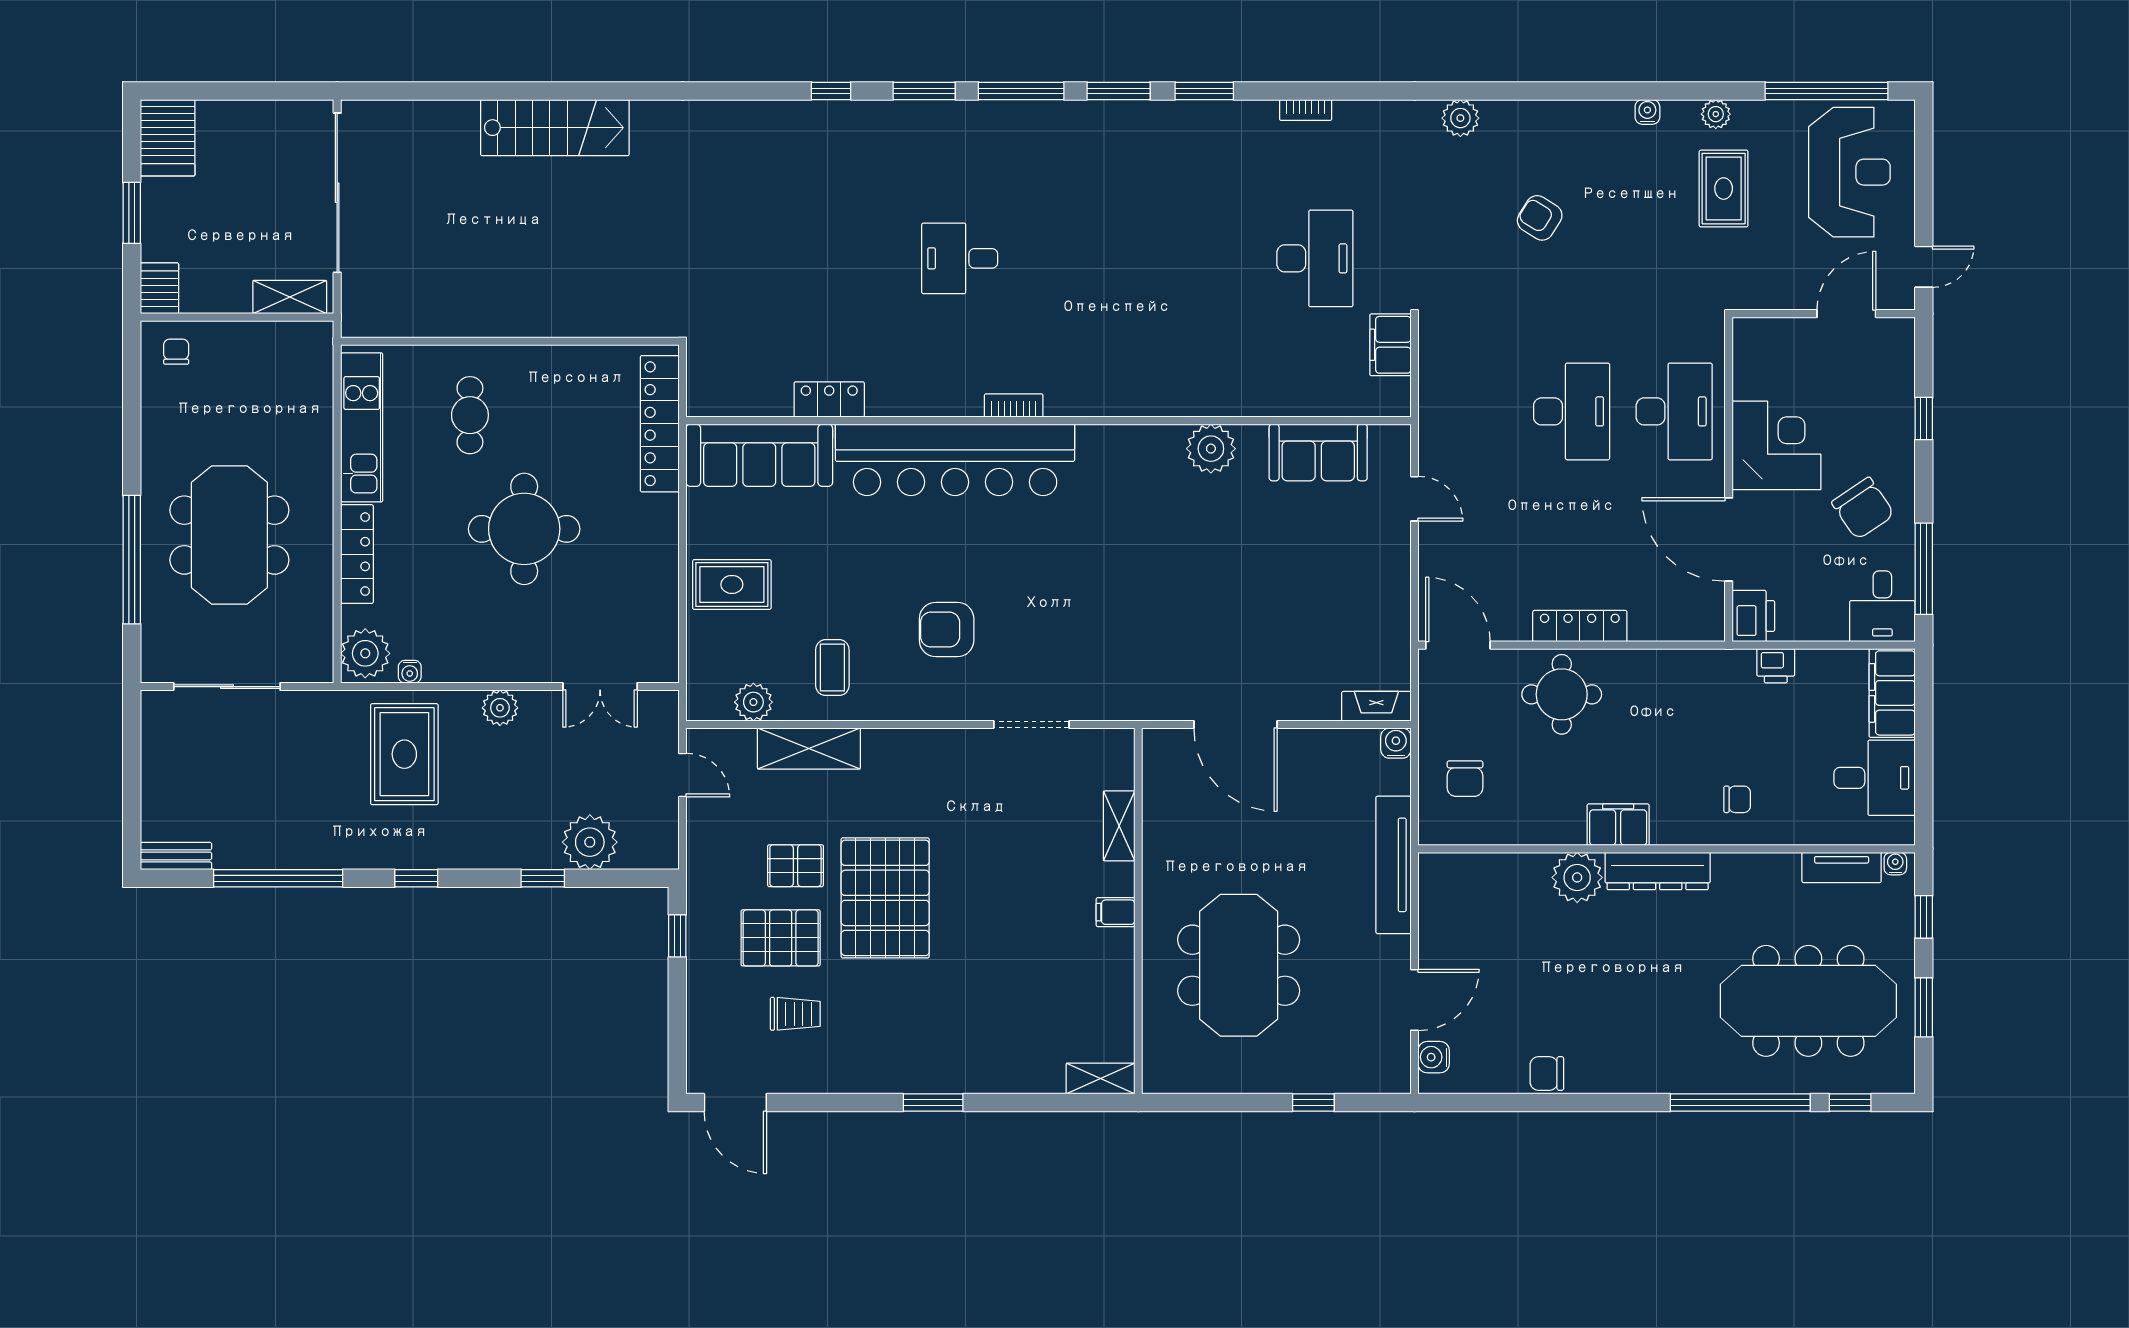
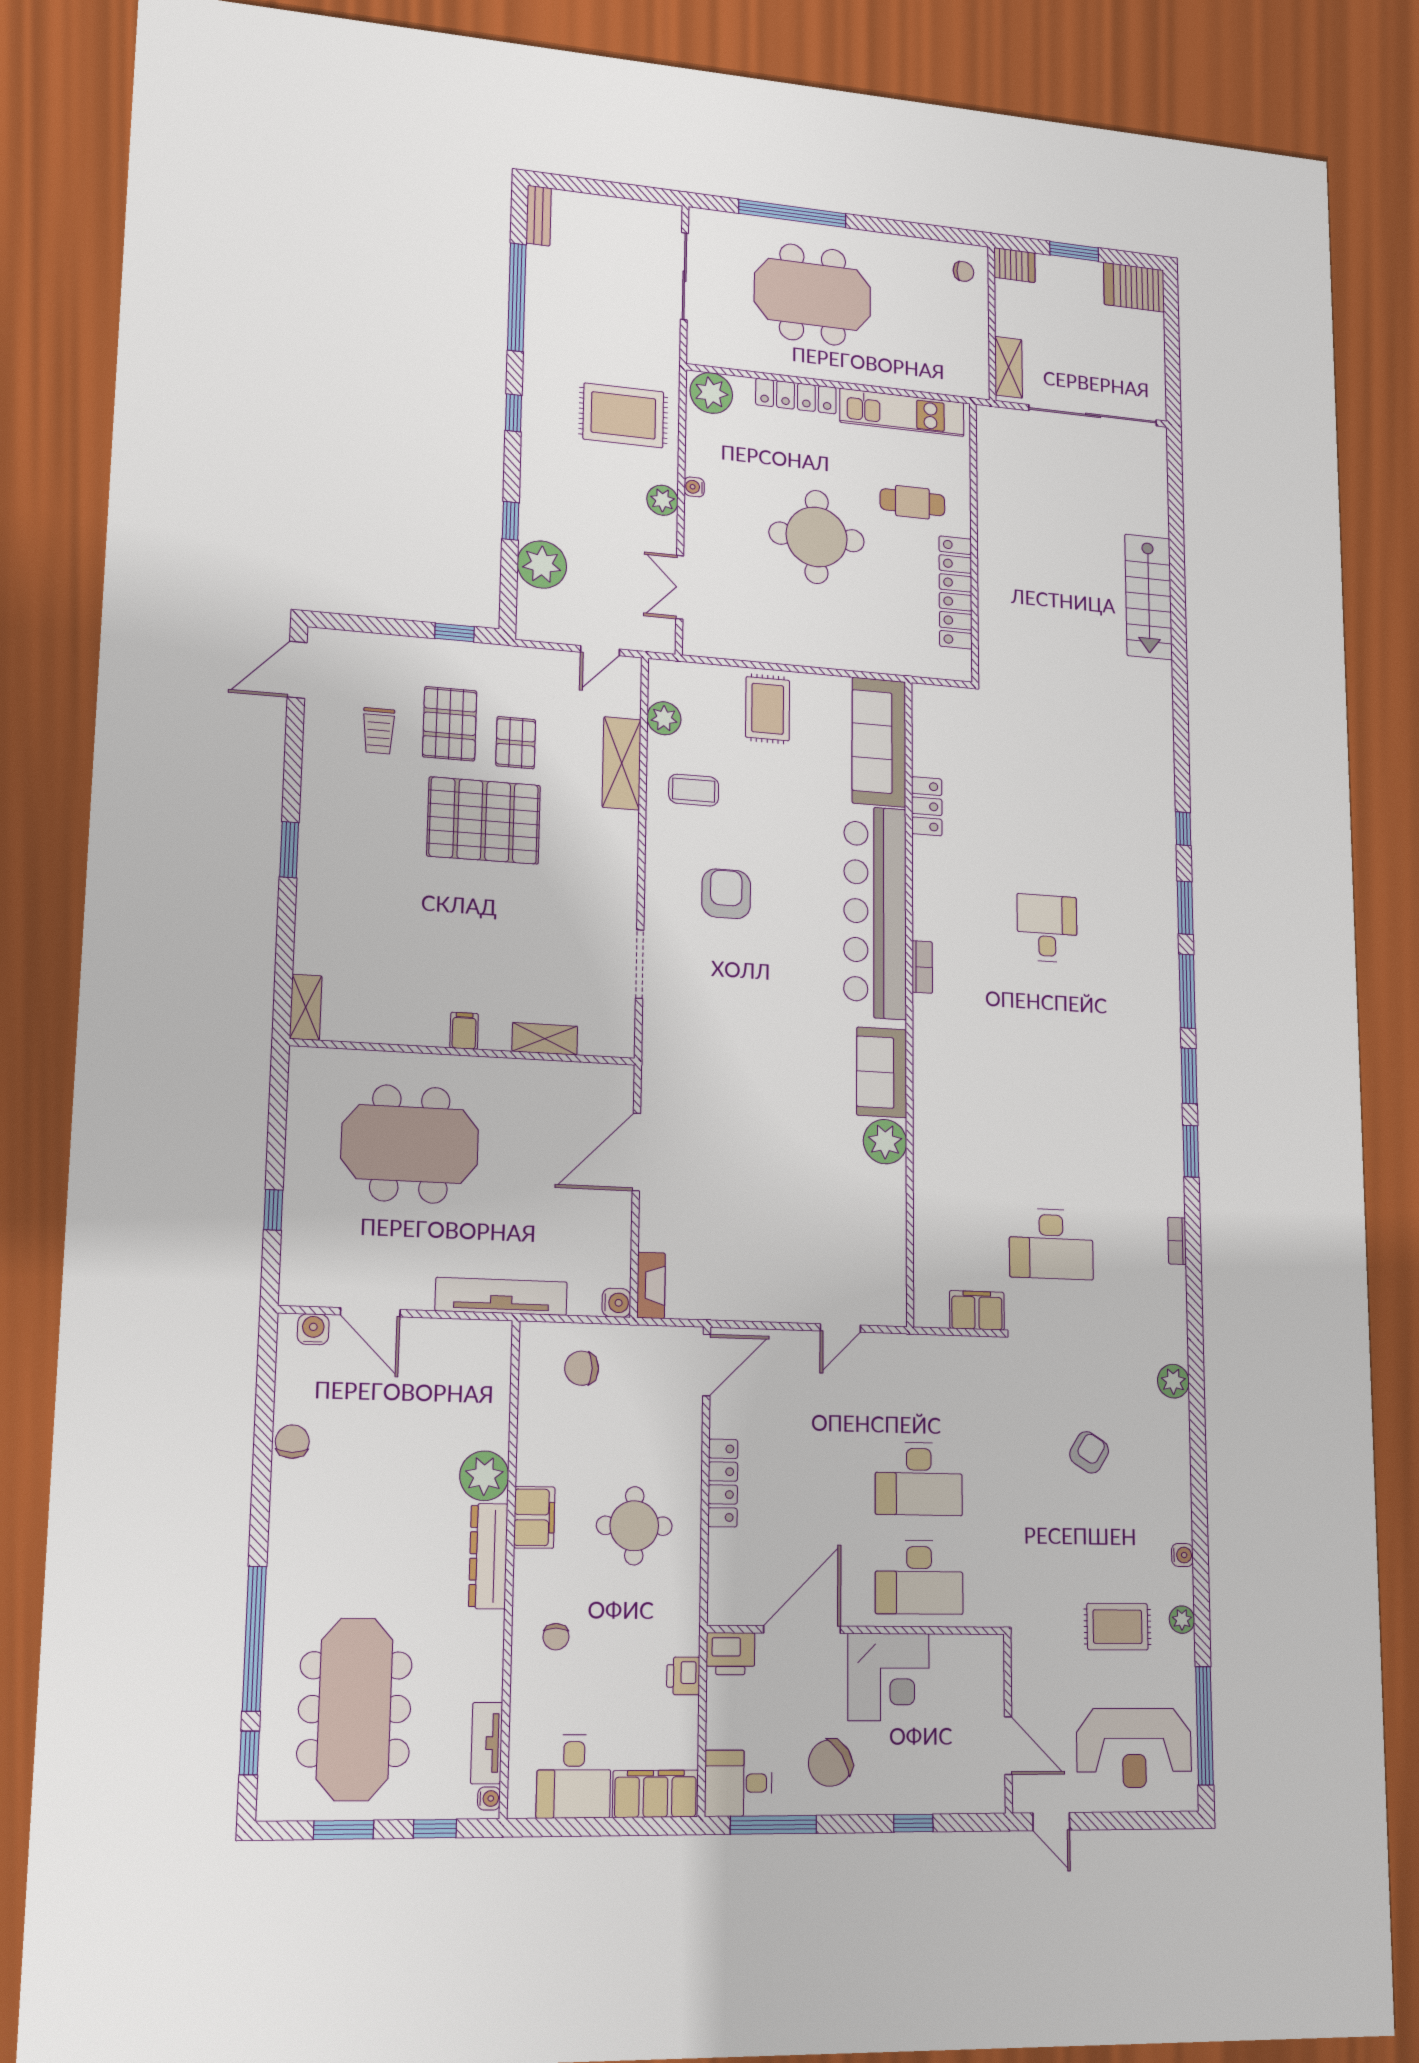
locker: (660, 424) -> (955, 592), moved, turned -90
sofa: (1318, 452) -> (882, 1072), moved
water cooler: (410, 672) -> (694, 487), moved
round table: (1562, 694) -> (634, 1526), moved

